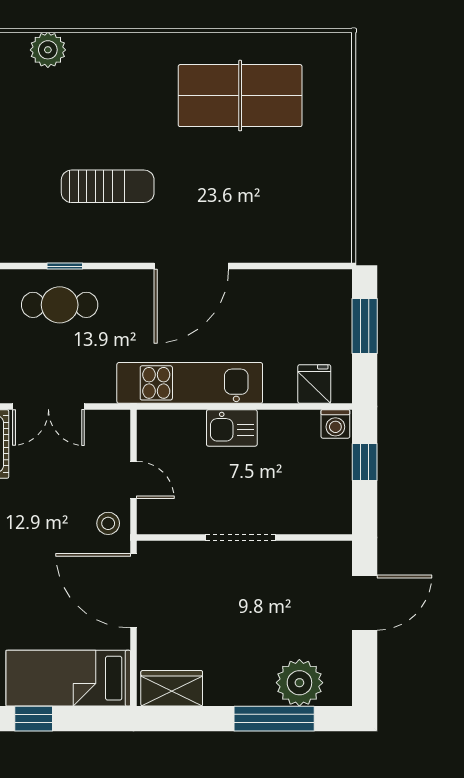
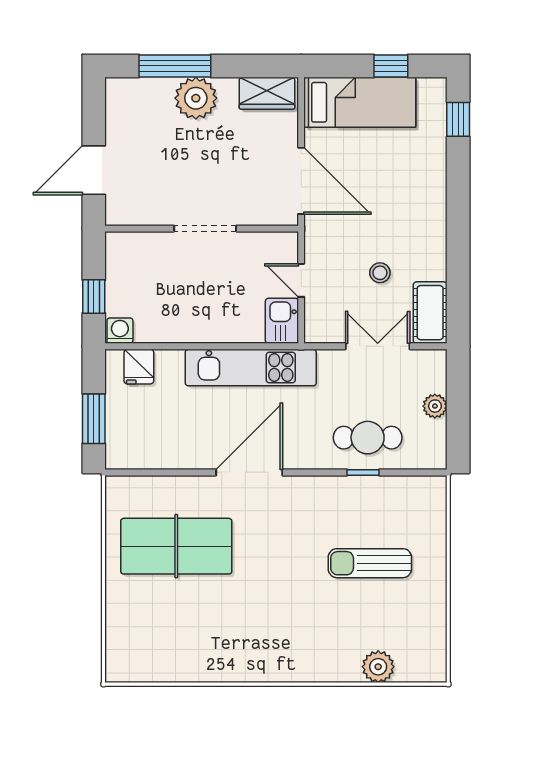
table tennis table: (240, 96) -> (176, 546), moved
sun lounger: (108, 186) -> (370, 563), moved
kitchen sink: (232, 428) -> (282, 321), moved, turned -90
stool: (108, 523) -> (380, 273), moved
plant: (299, 683) -> (196, 98), moved

